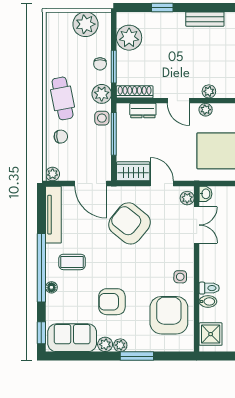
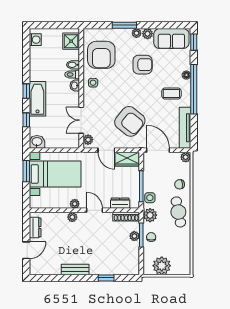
plant: (129, 38) -> (134, 236), moved, width x0.53, depth x0.53
washbasin: (205, 194) -> (75, 86), moved

